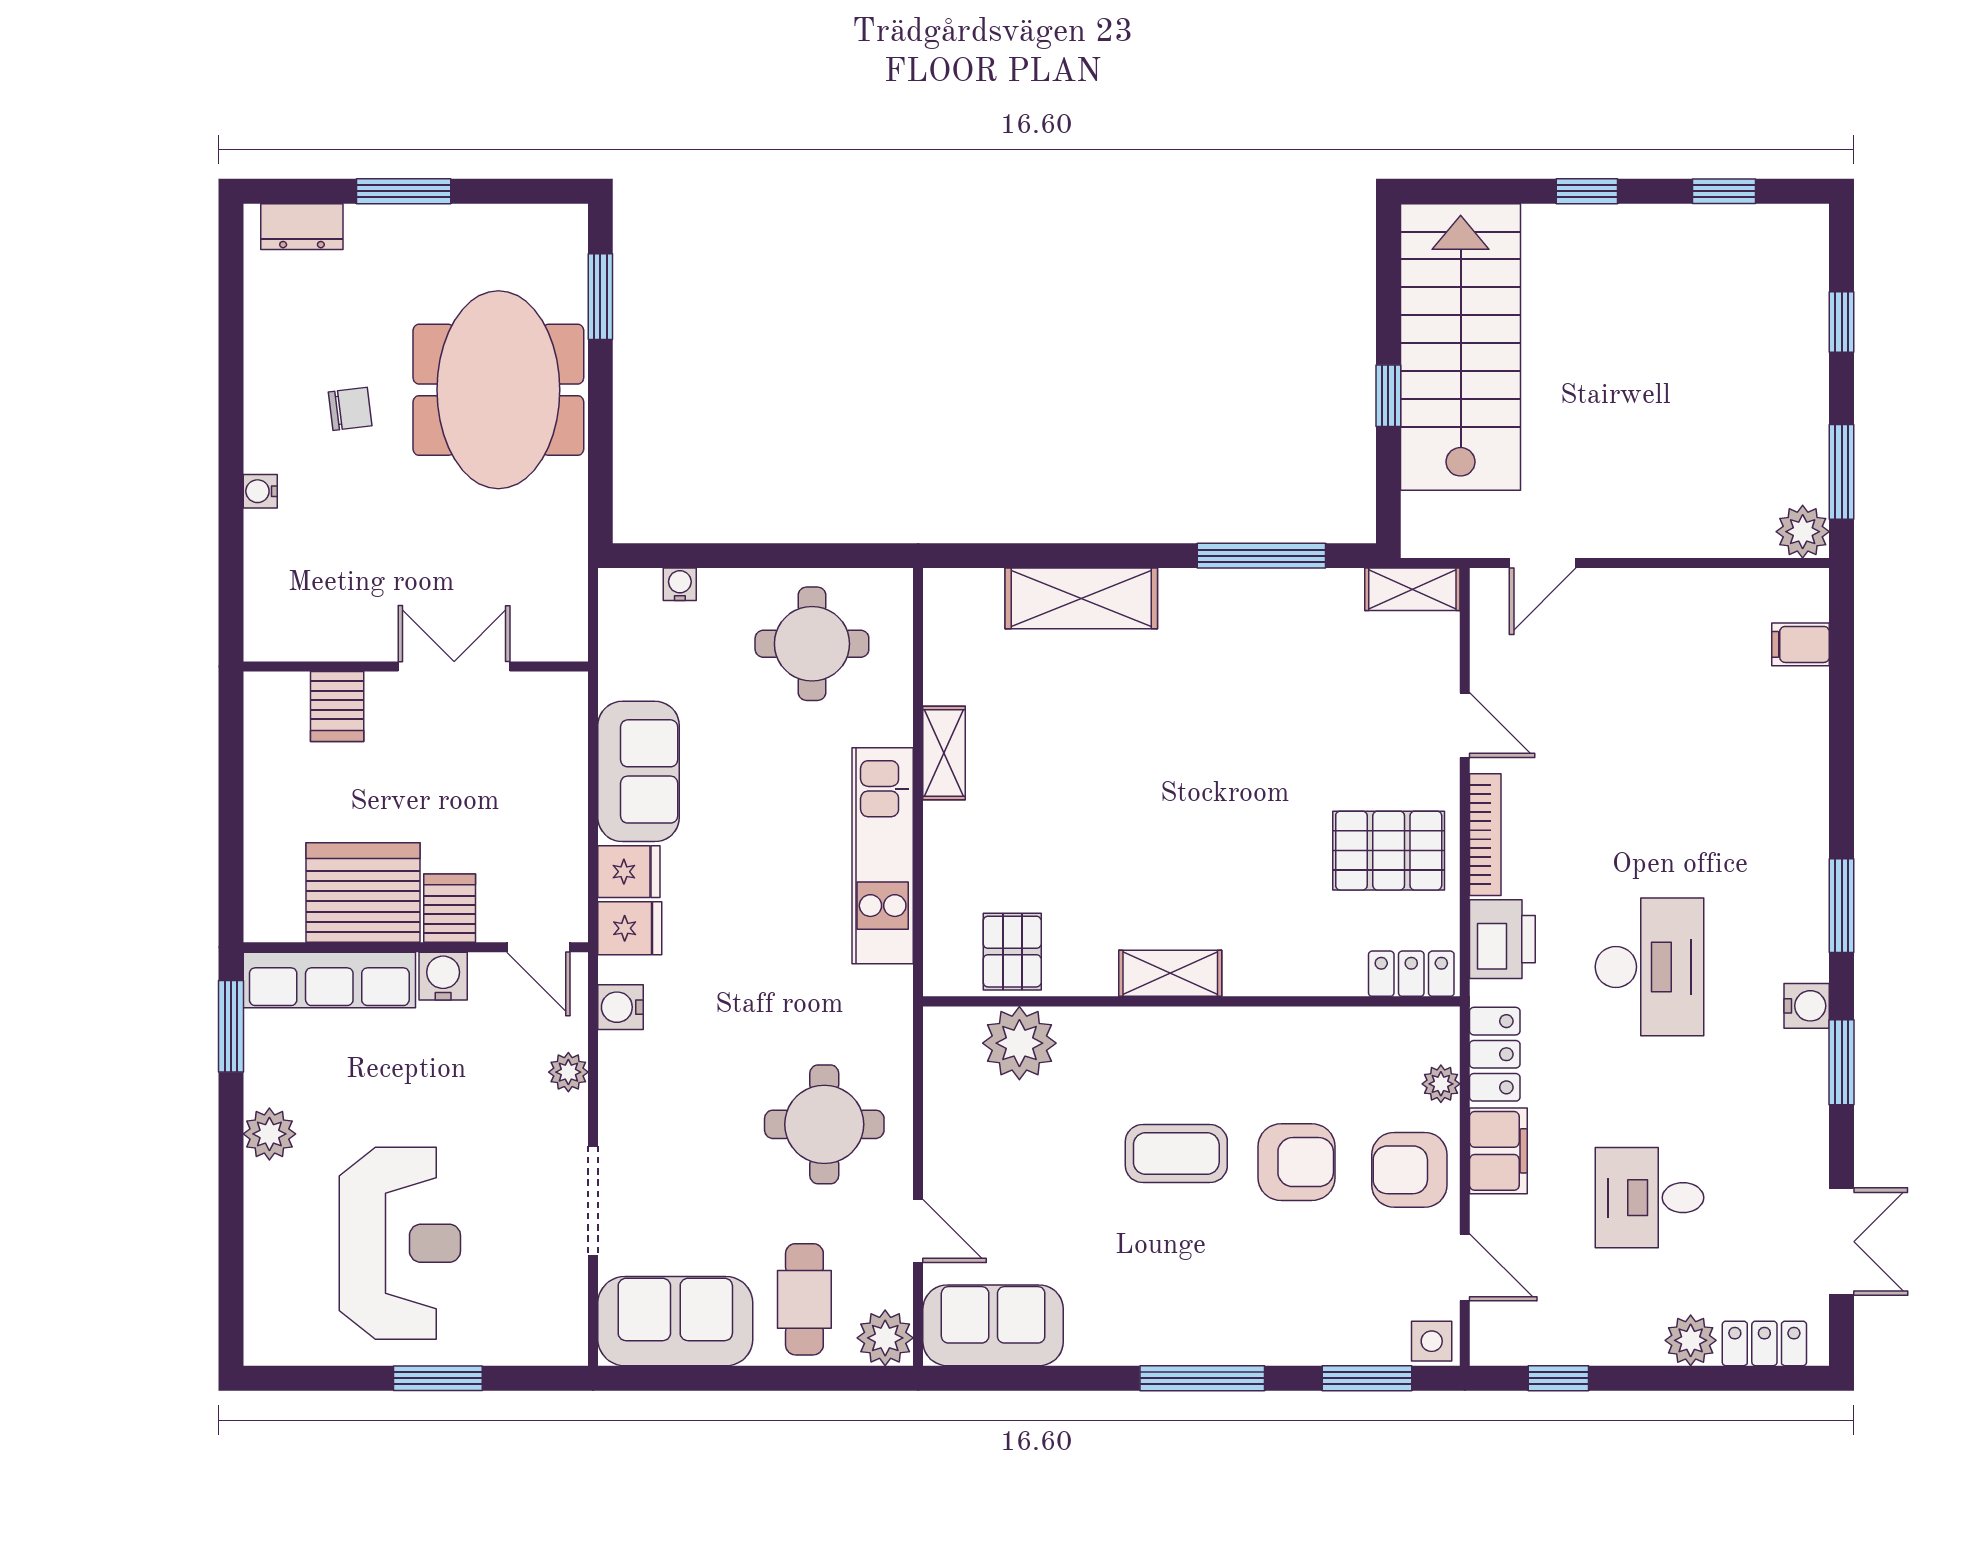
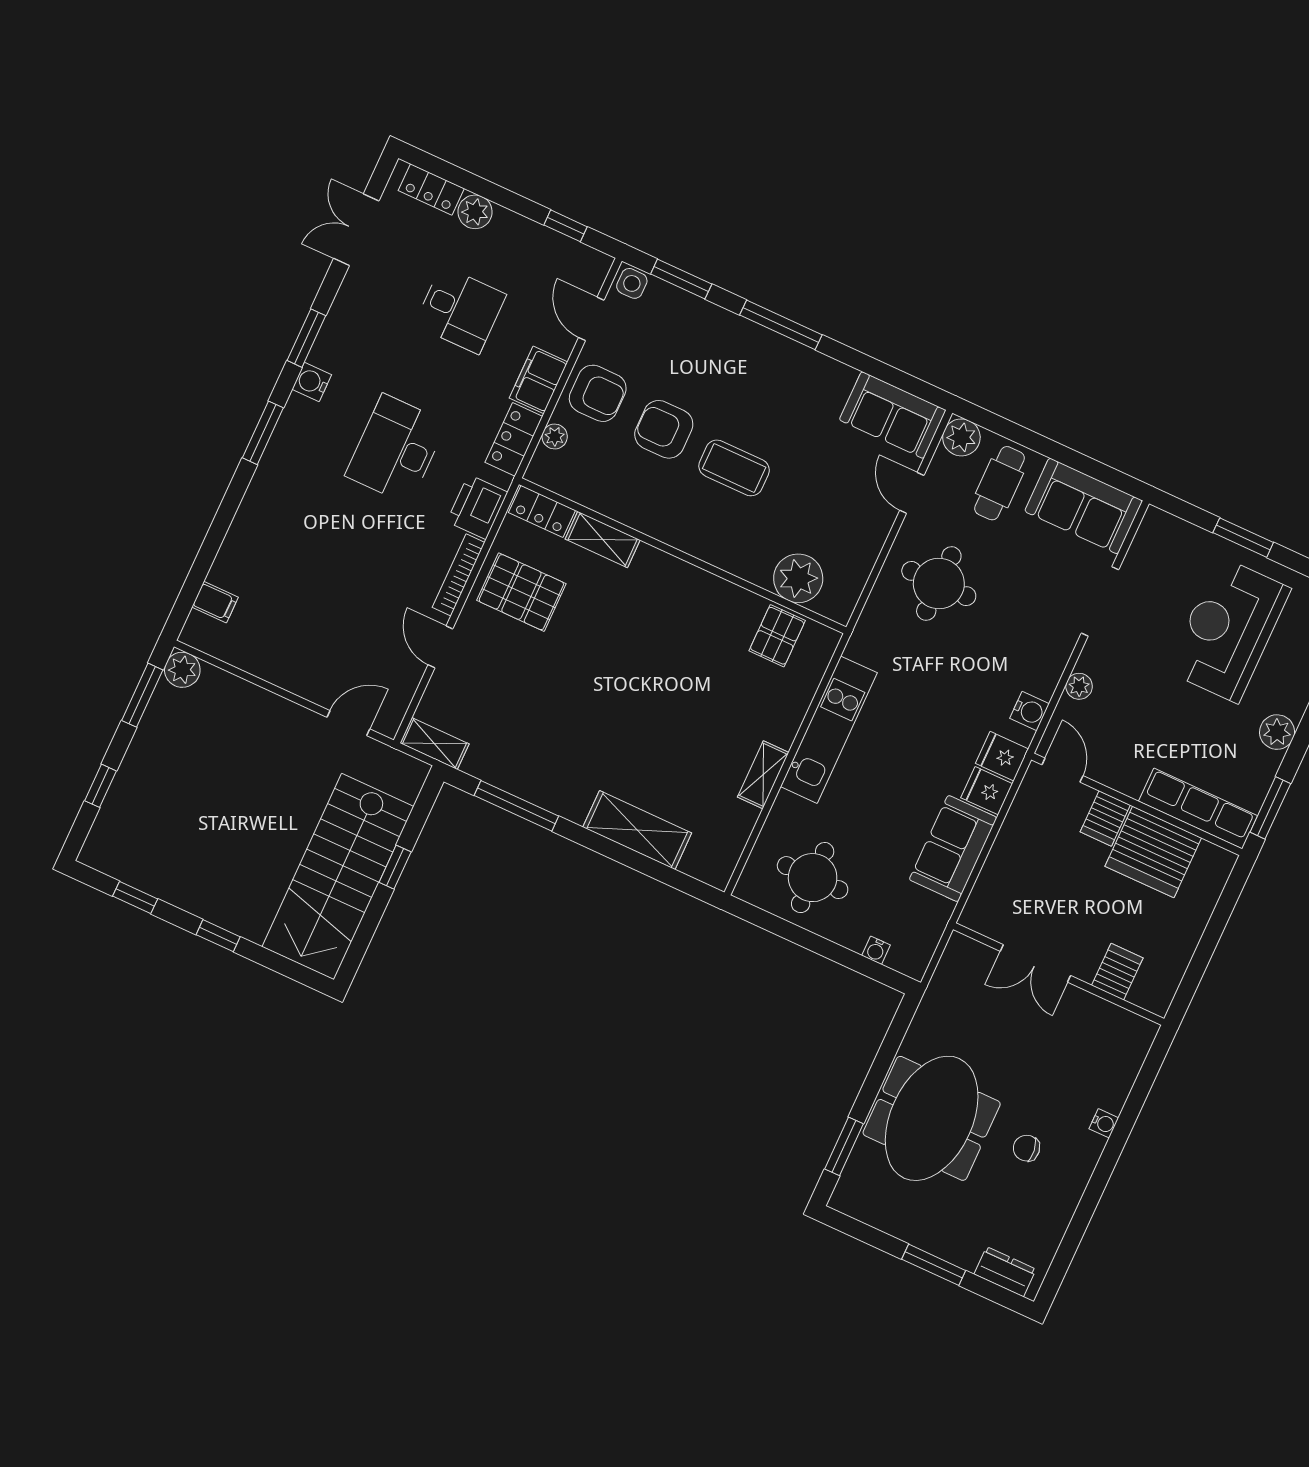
shelving: (1170, 973) -> (603, 540), moved
water cooler: (443, 976) -> (1128, 779), removed

